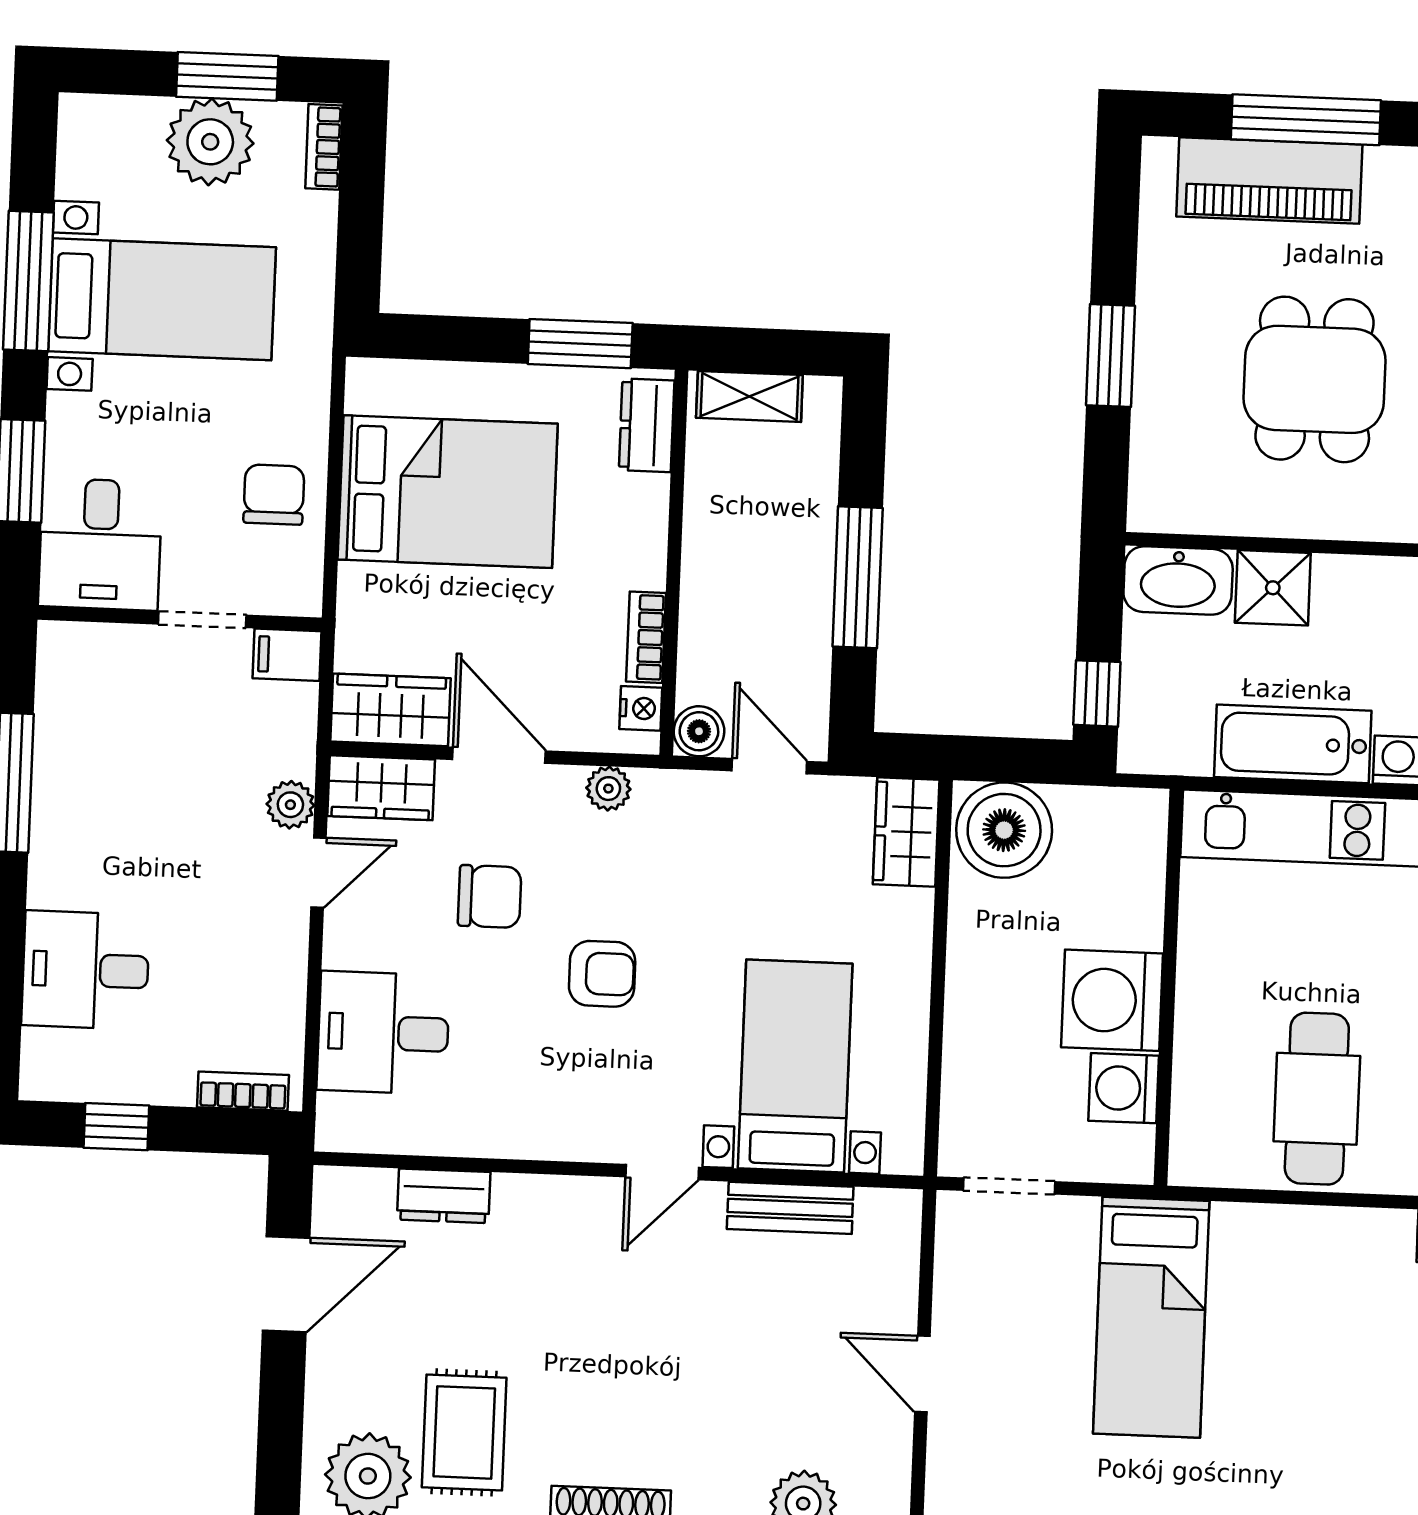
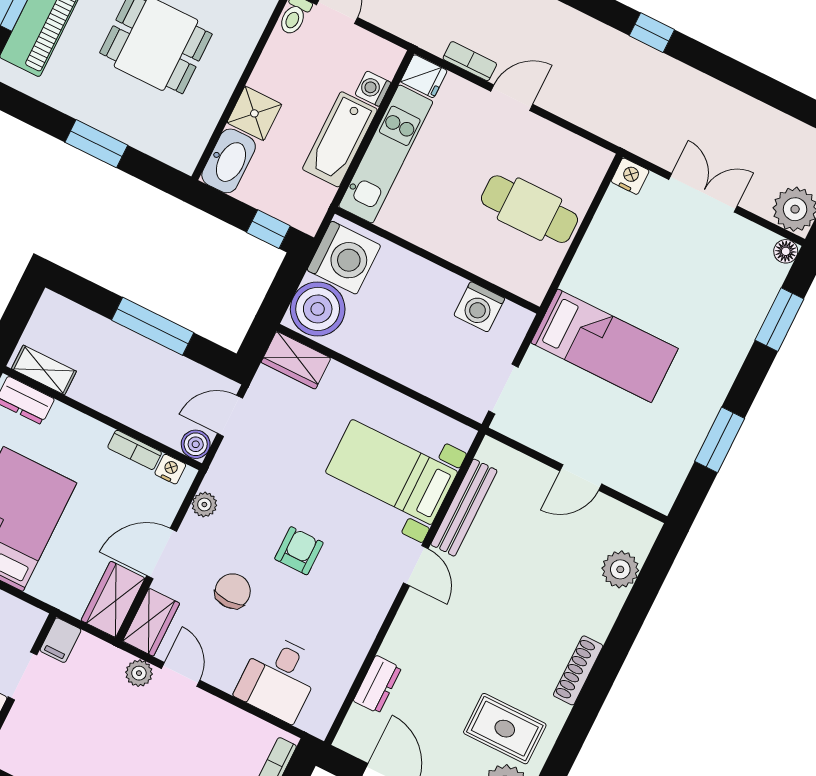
shelving: (749, 396) -> (44, 370), moved, turned 90
washing machine: (1112, 1000) -> (344, 258), moved, turned -90
bench: (790, 1208) -> (464, 508), width x1.36

